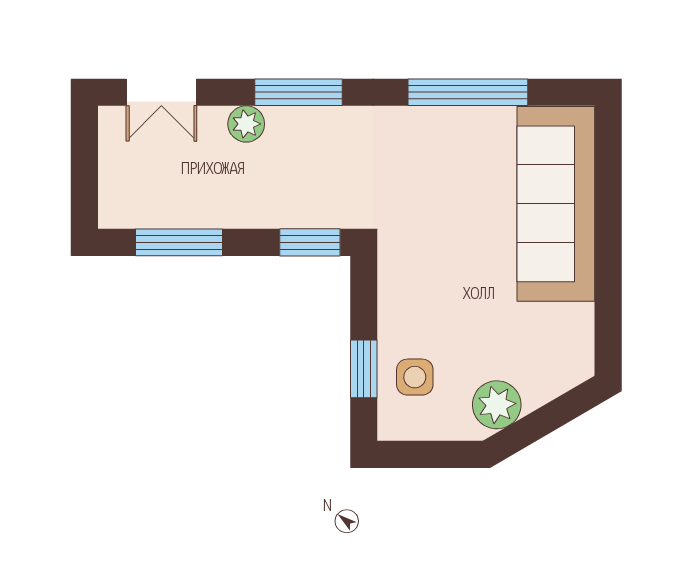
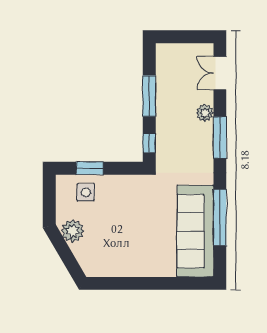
sofa: (556, 204) -> (195, 231), moved, turned -90
window: (179, 242) -> (149, 96), moved
window: (310, 242) -> (149, 143), width x0.67

